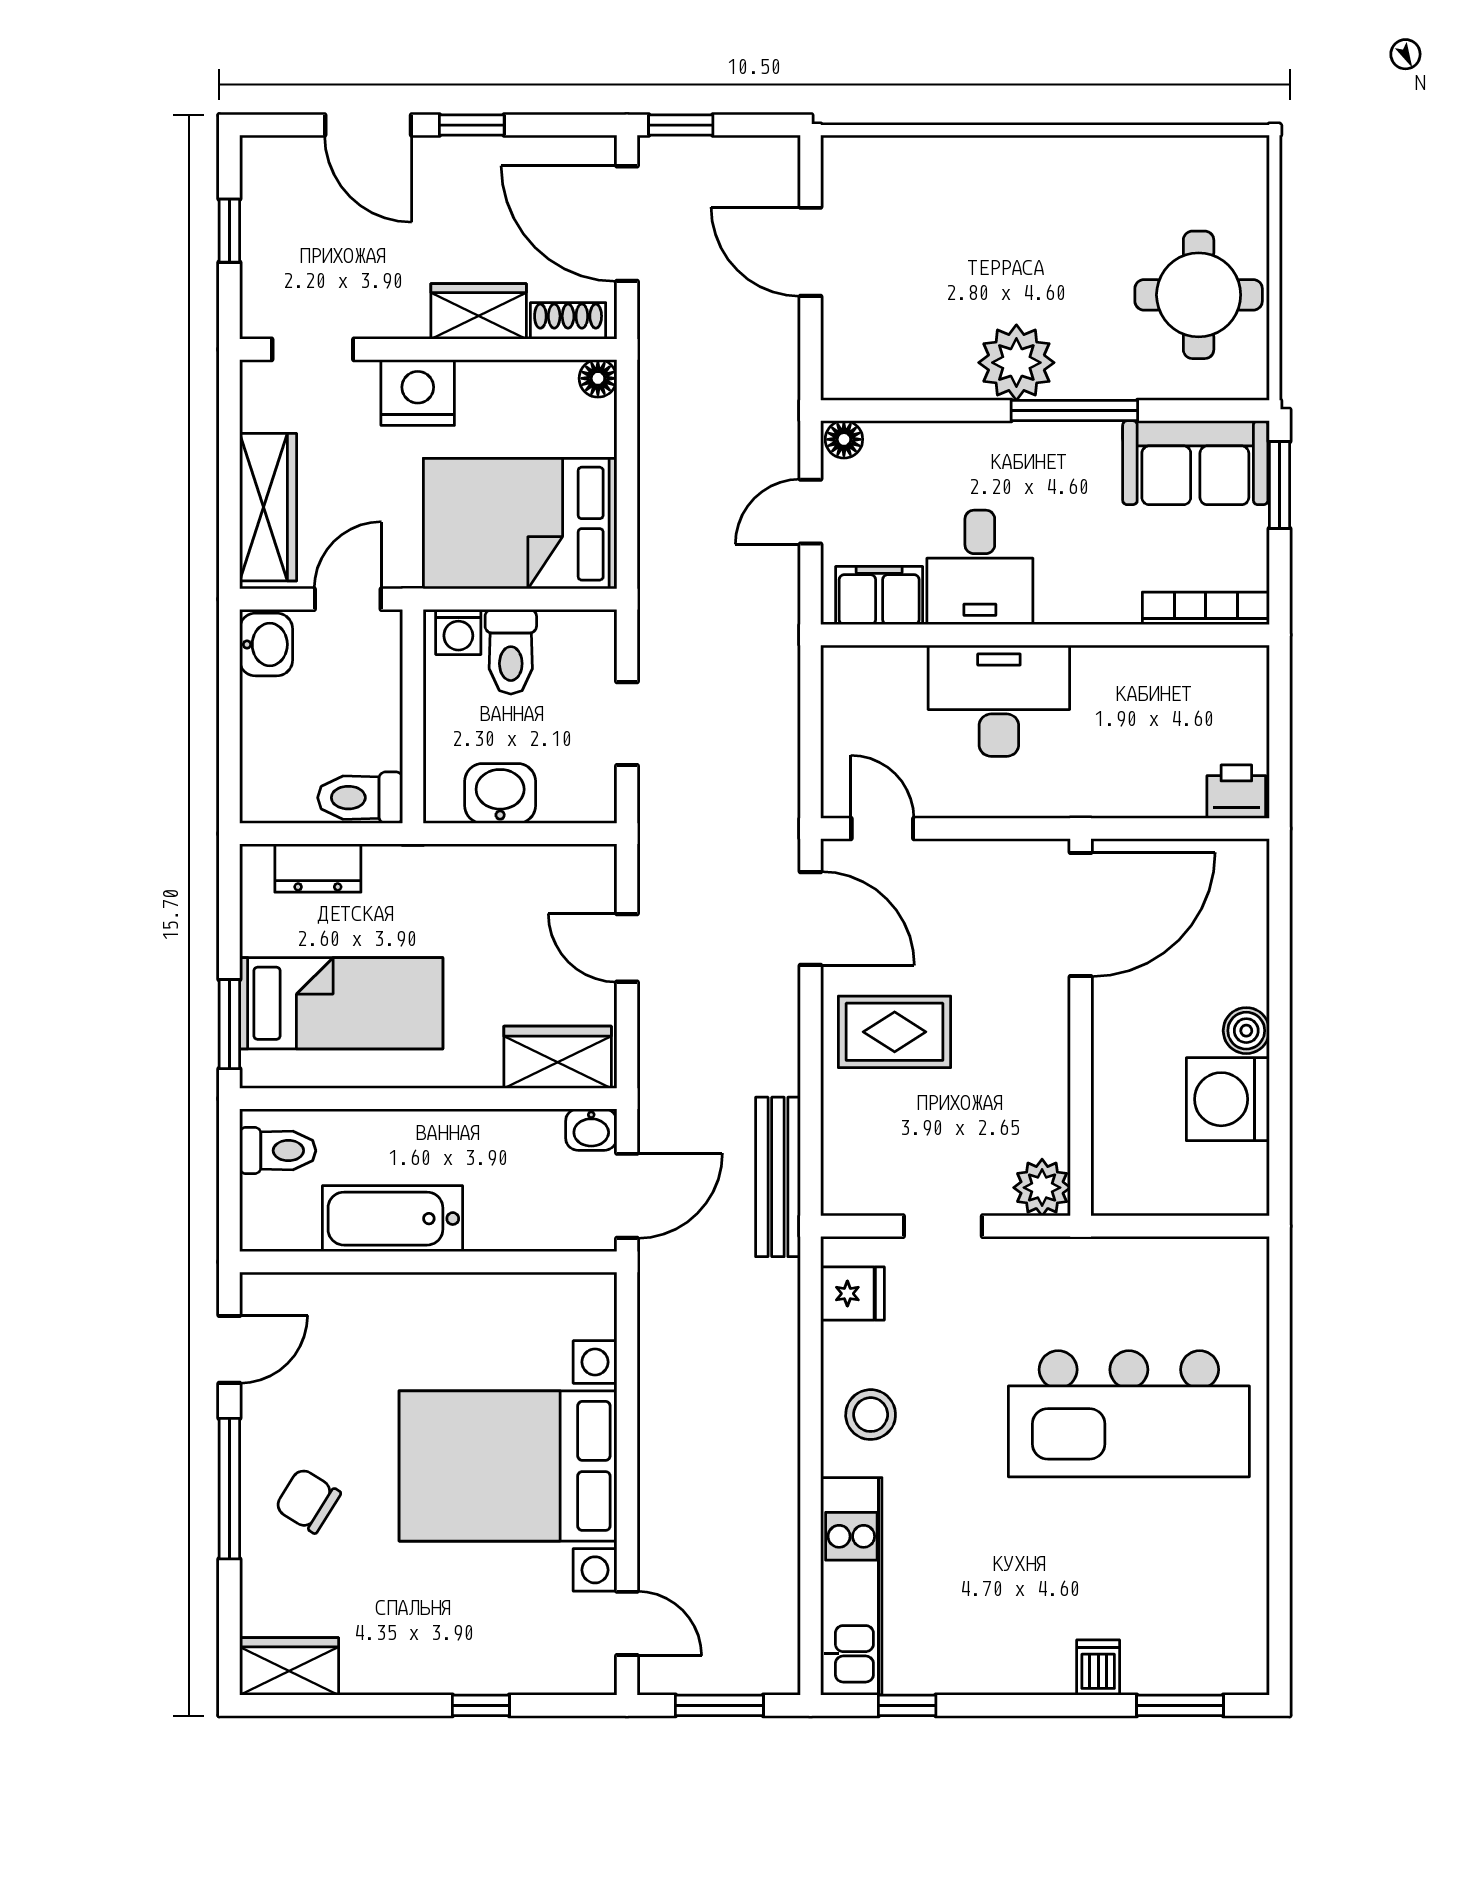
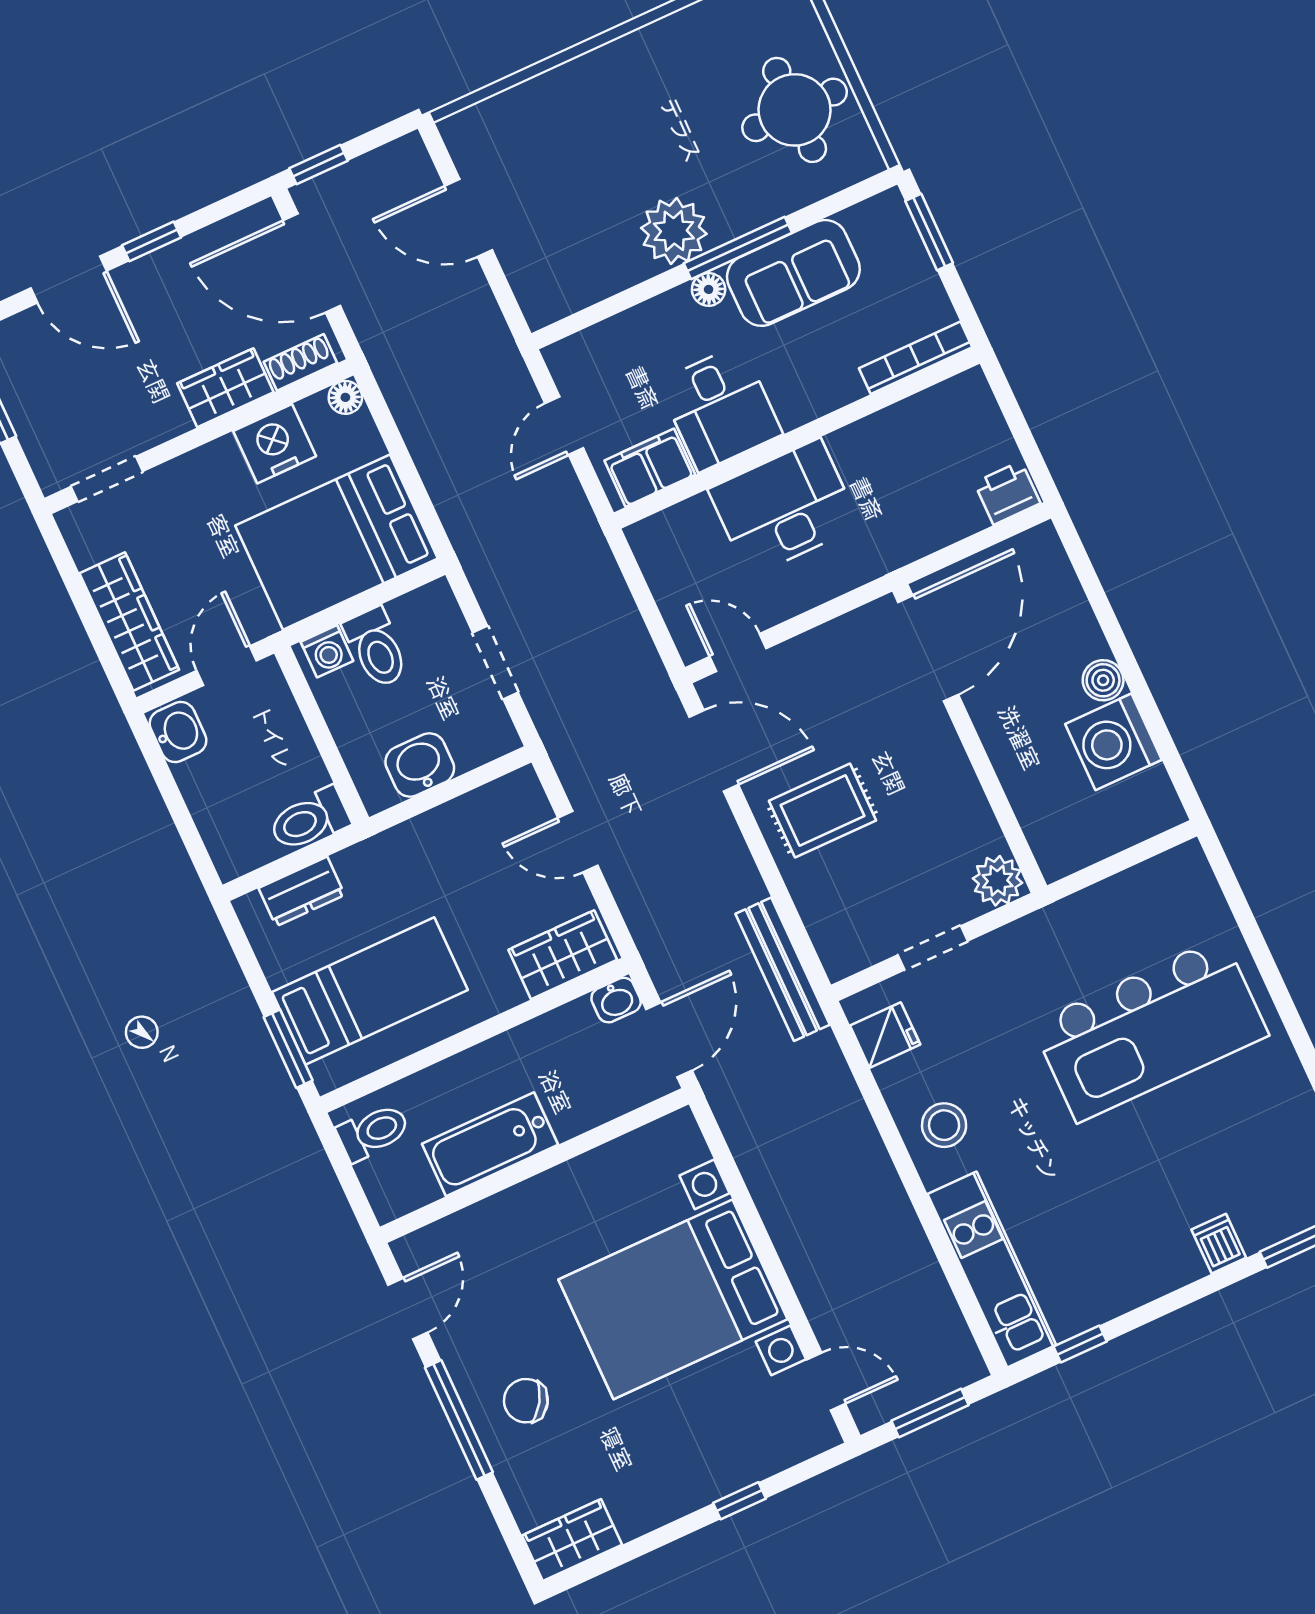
nightstand: (418, 393) -> (275, 444), moved
floor lamp: (844, 439) -> (709, 289), moved
sofa: (1195, 463) -> (793, 273), moved

